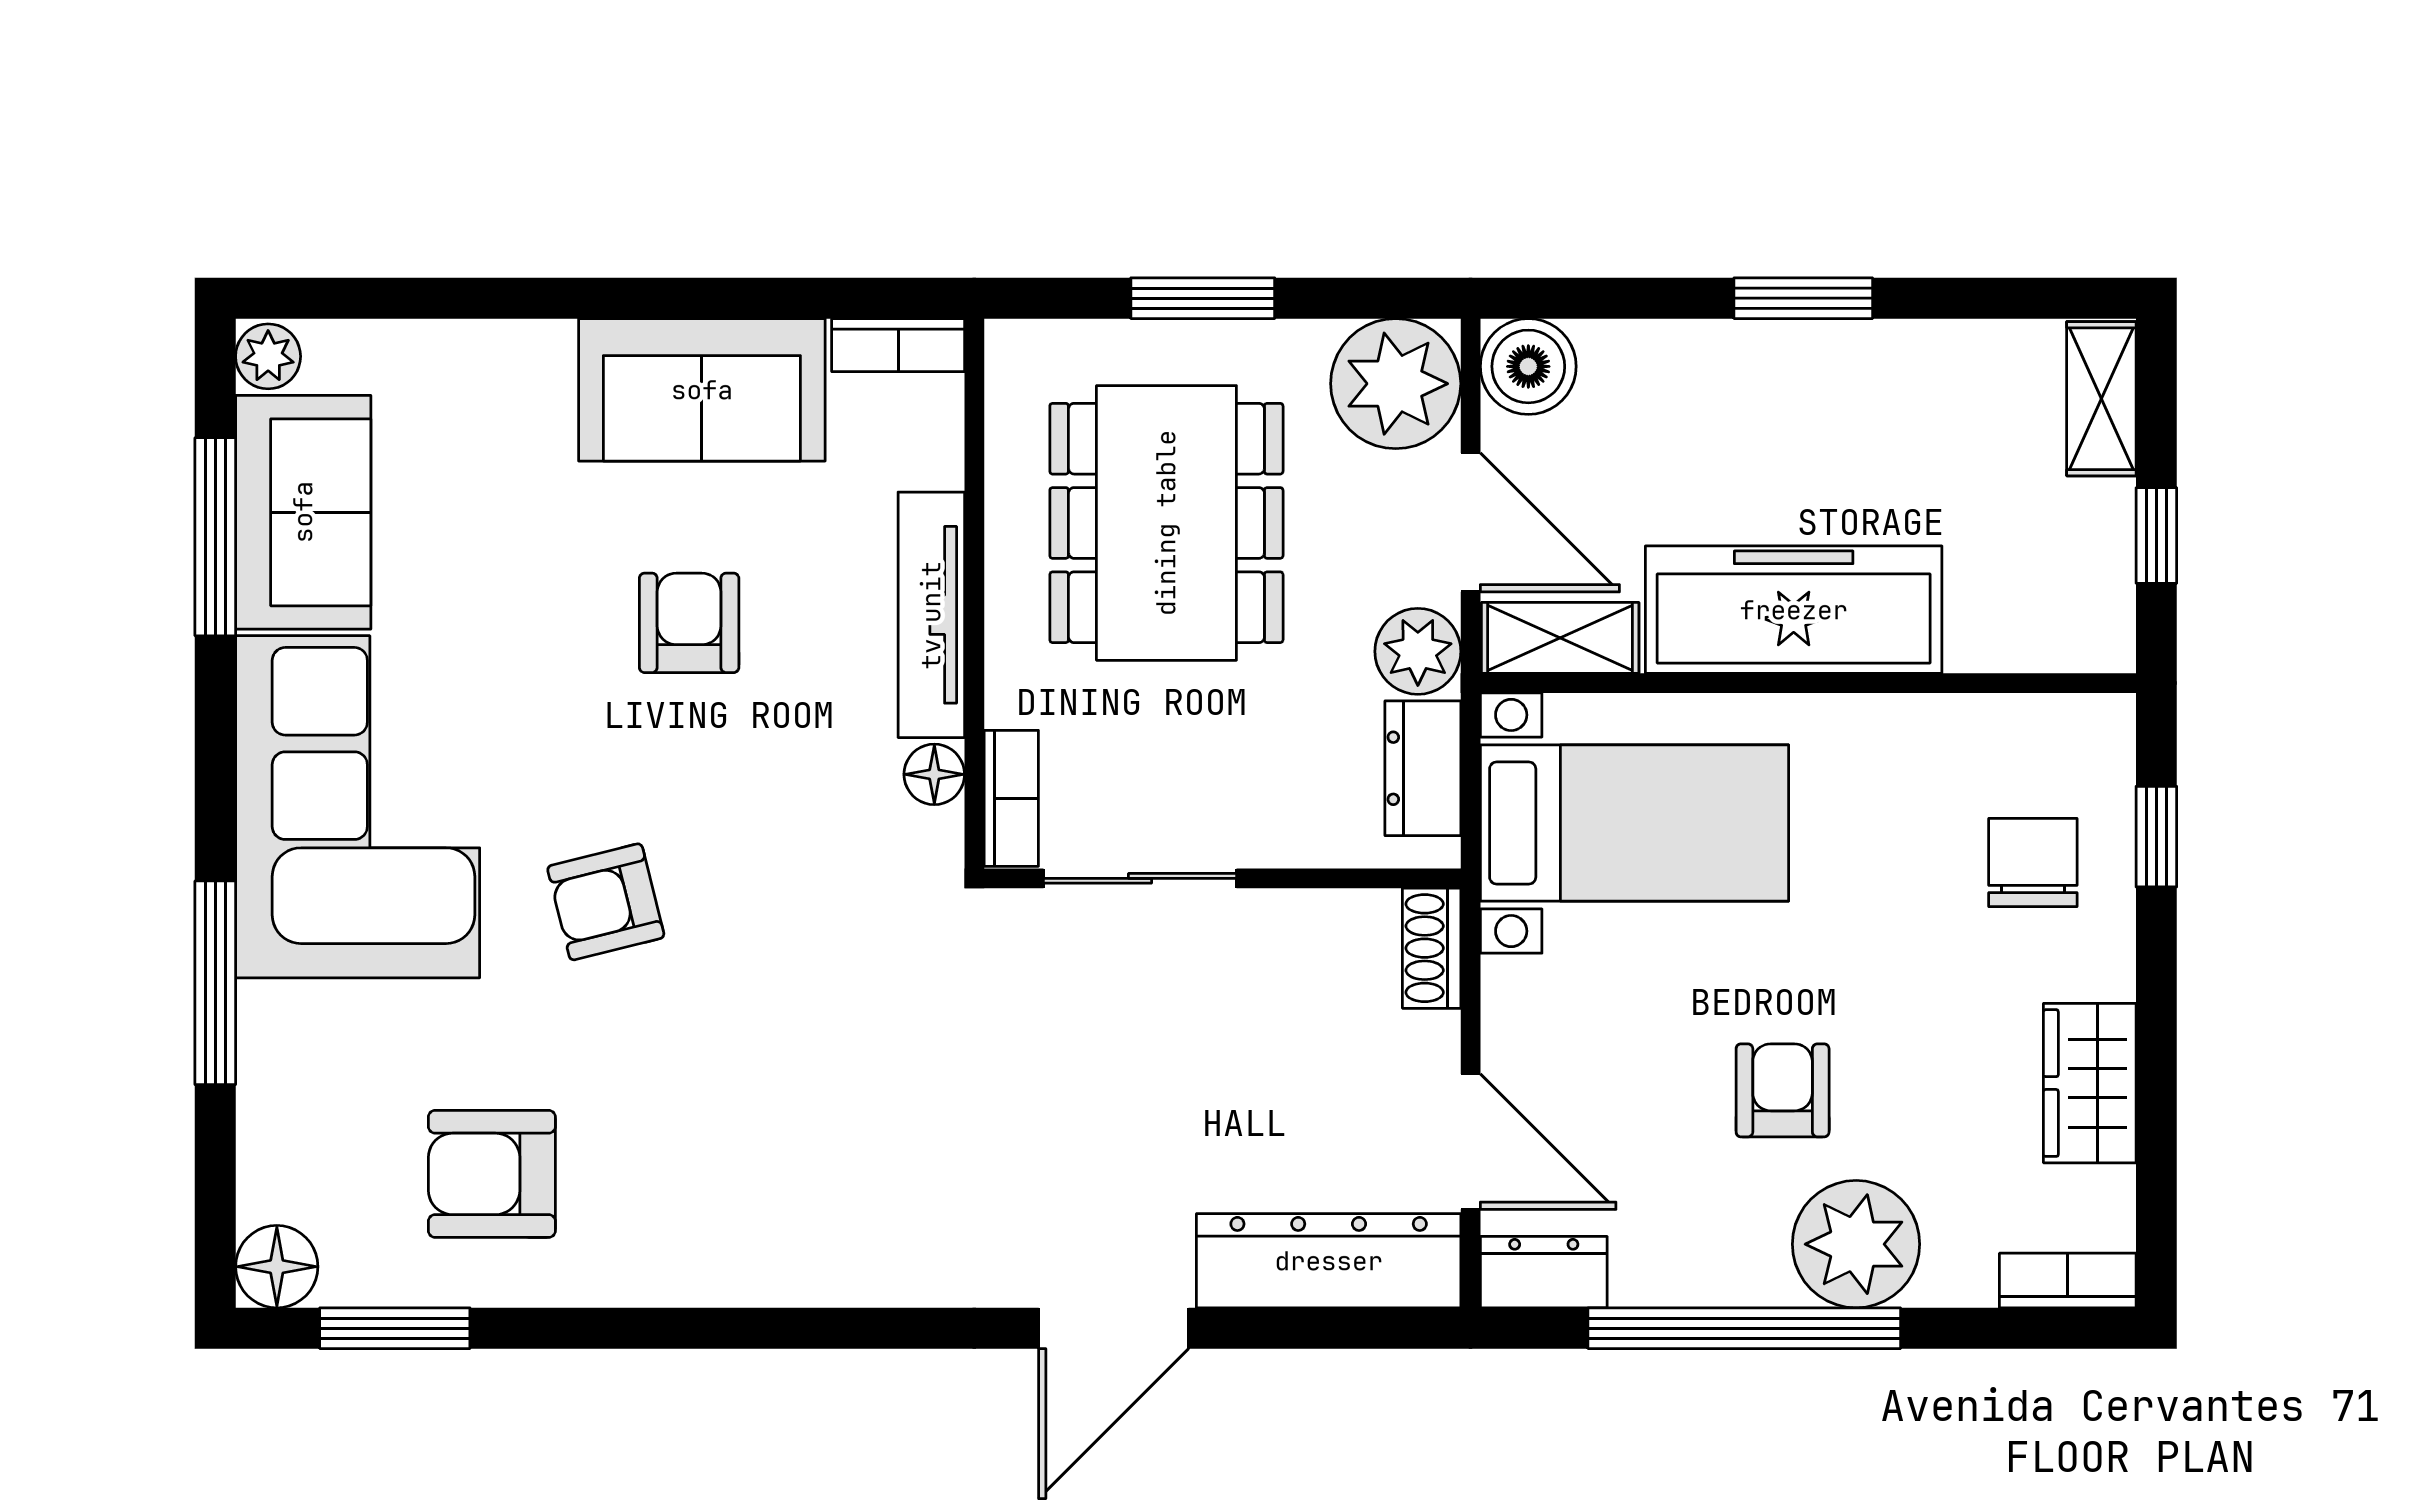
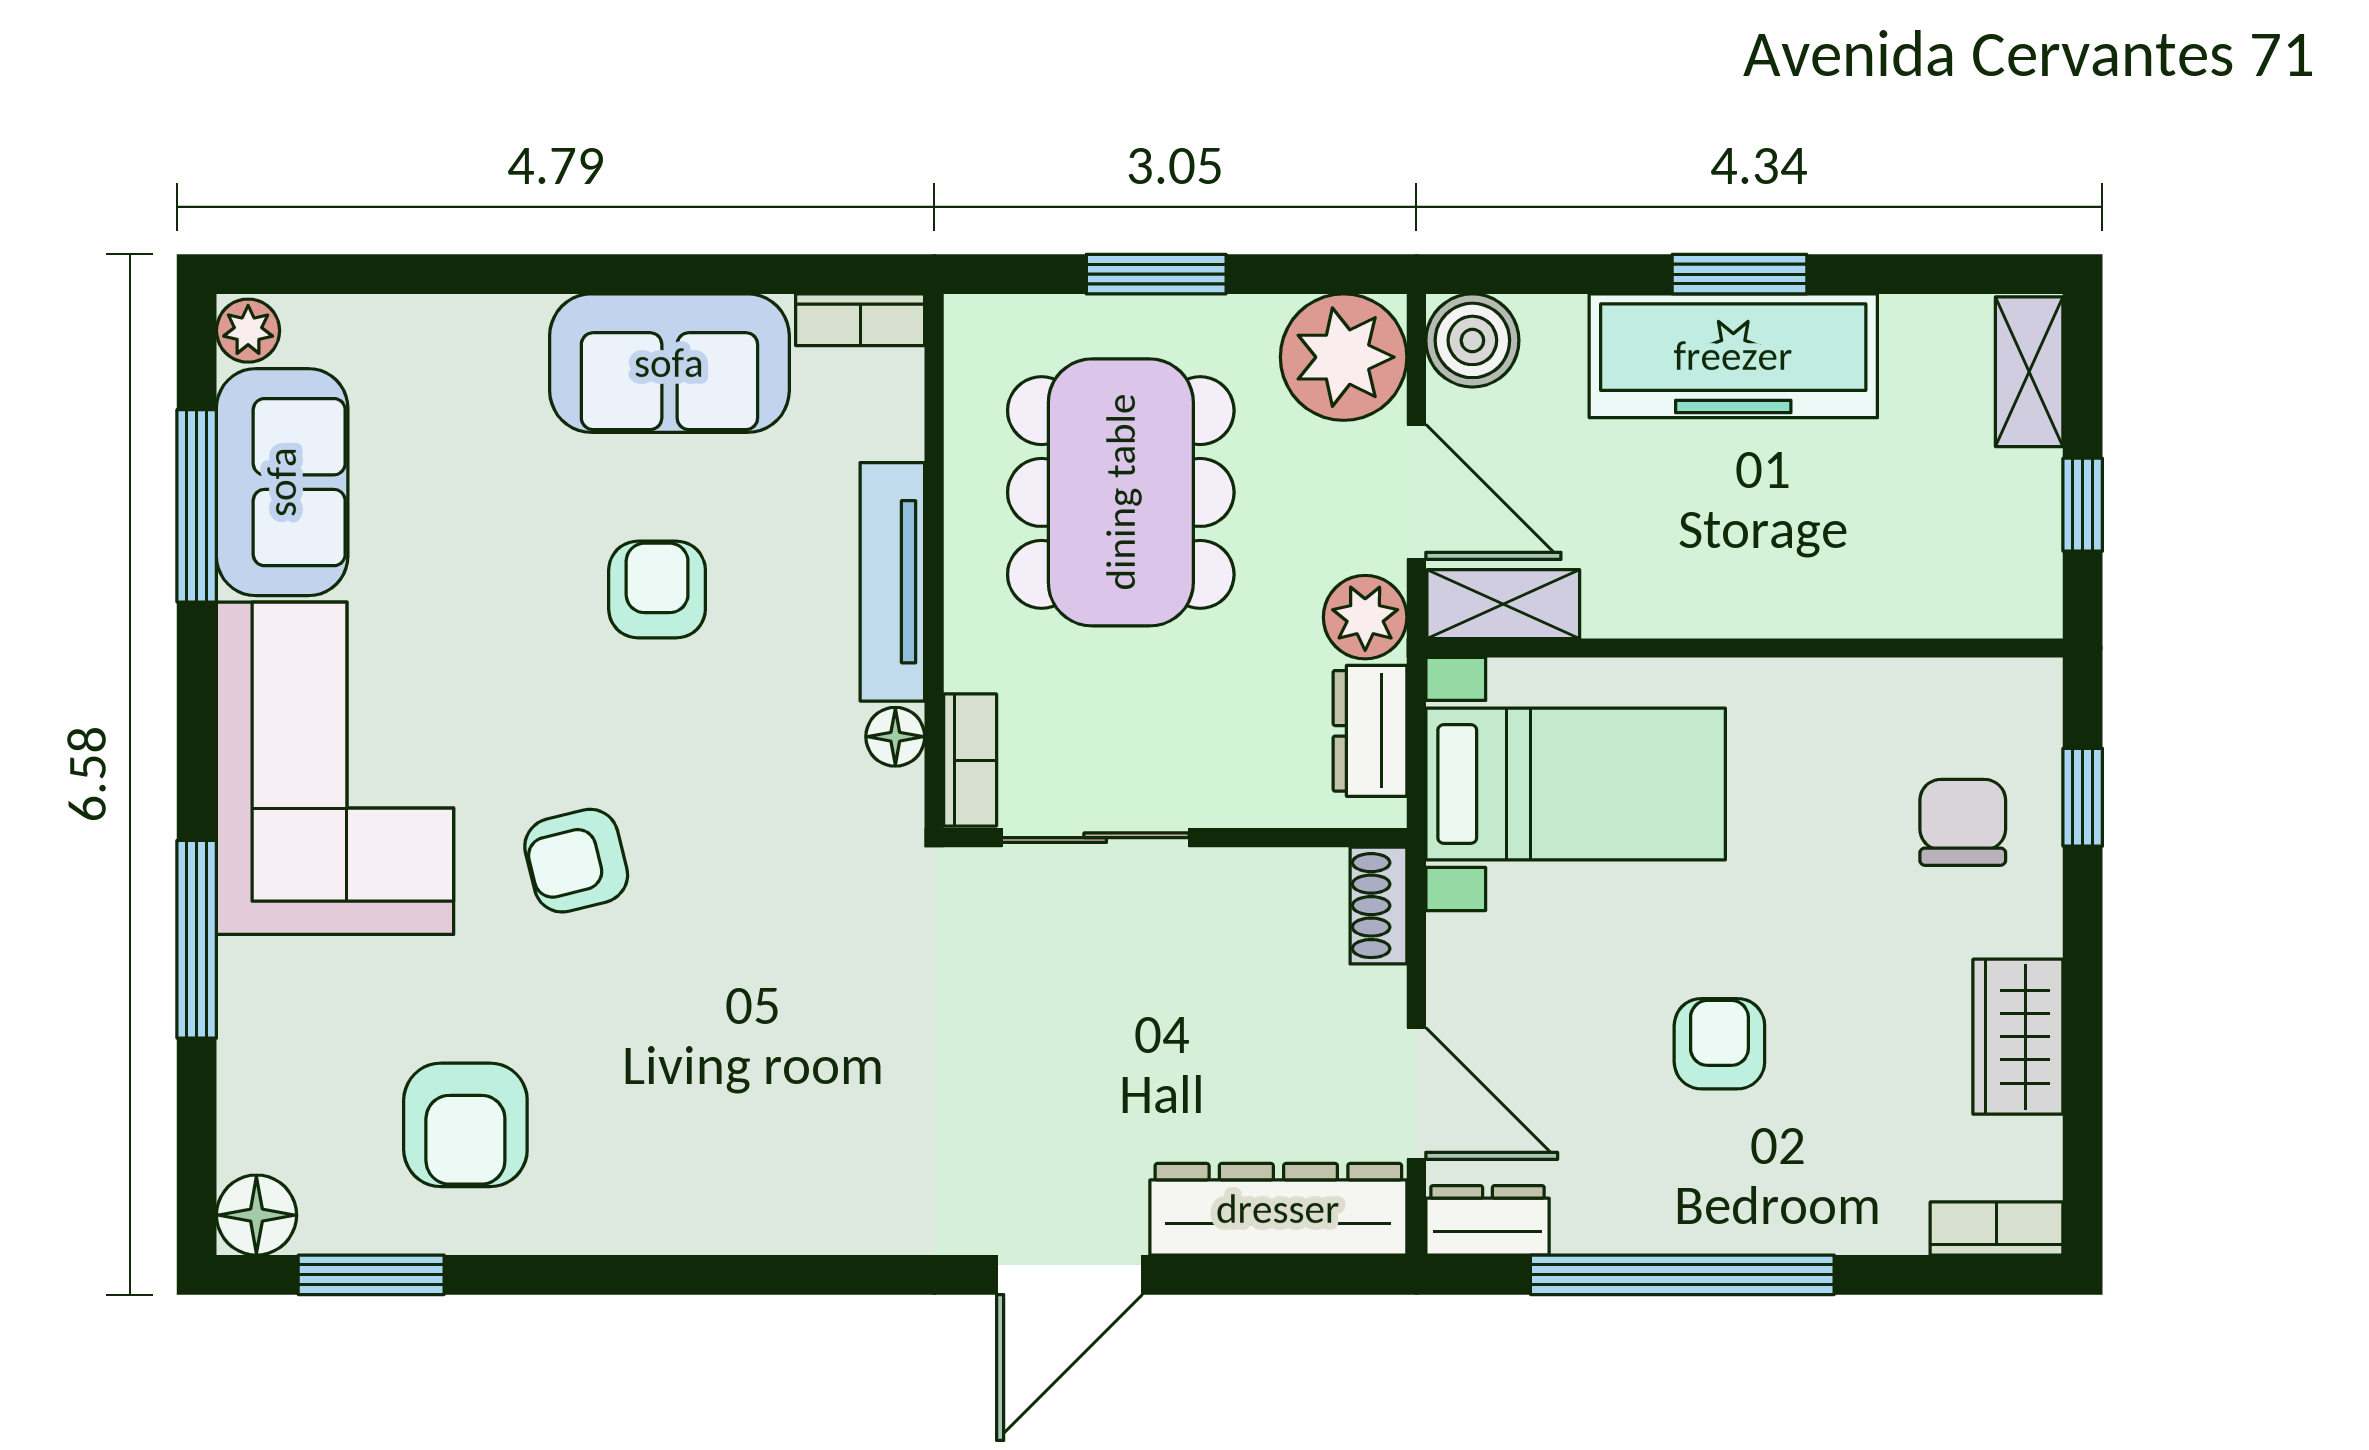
freezer: (1794, 610) -> (1733, 356), moved, turned 180
armchair: (492, 1174) -> (465, 1125), turned -90
plant: (1856, 1244) -> (1791, 1193), removed

